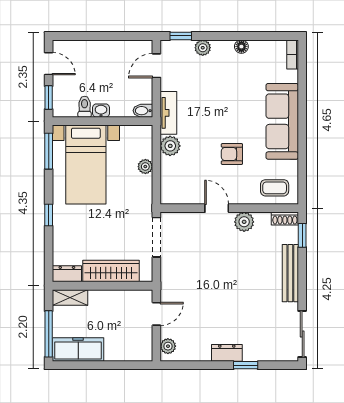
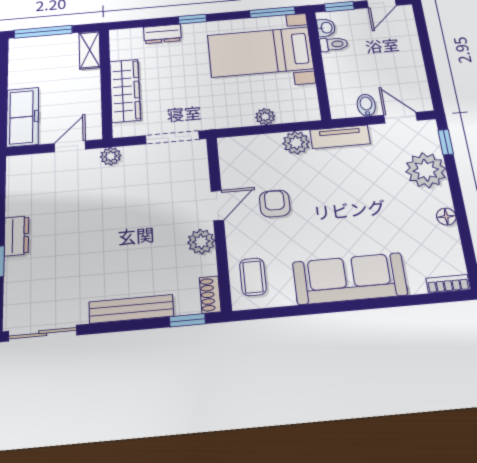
plant: (203, 48) -> (426, 170), width x1.87, depth x1.87
washbasin: (101, 111) -> (326, 28), moved
bidet: (143, 111) -> (366, 105), moved
armchair: (232, 154) -> (275, 204), moved
dresser: (67, 274) -> (162, 34), moved, turned 90
door: (156, 314) -> (70, 146), swing flipped
plant: (168, 346) -> (111, 156), moved
freezer: (78, 349) -> (23, 117), moved

